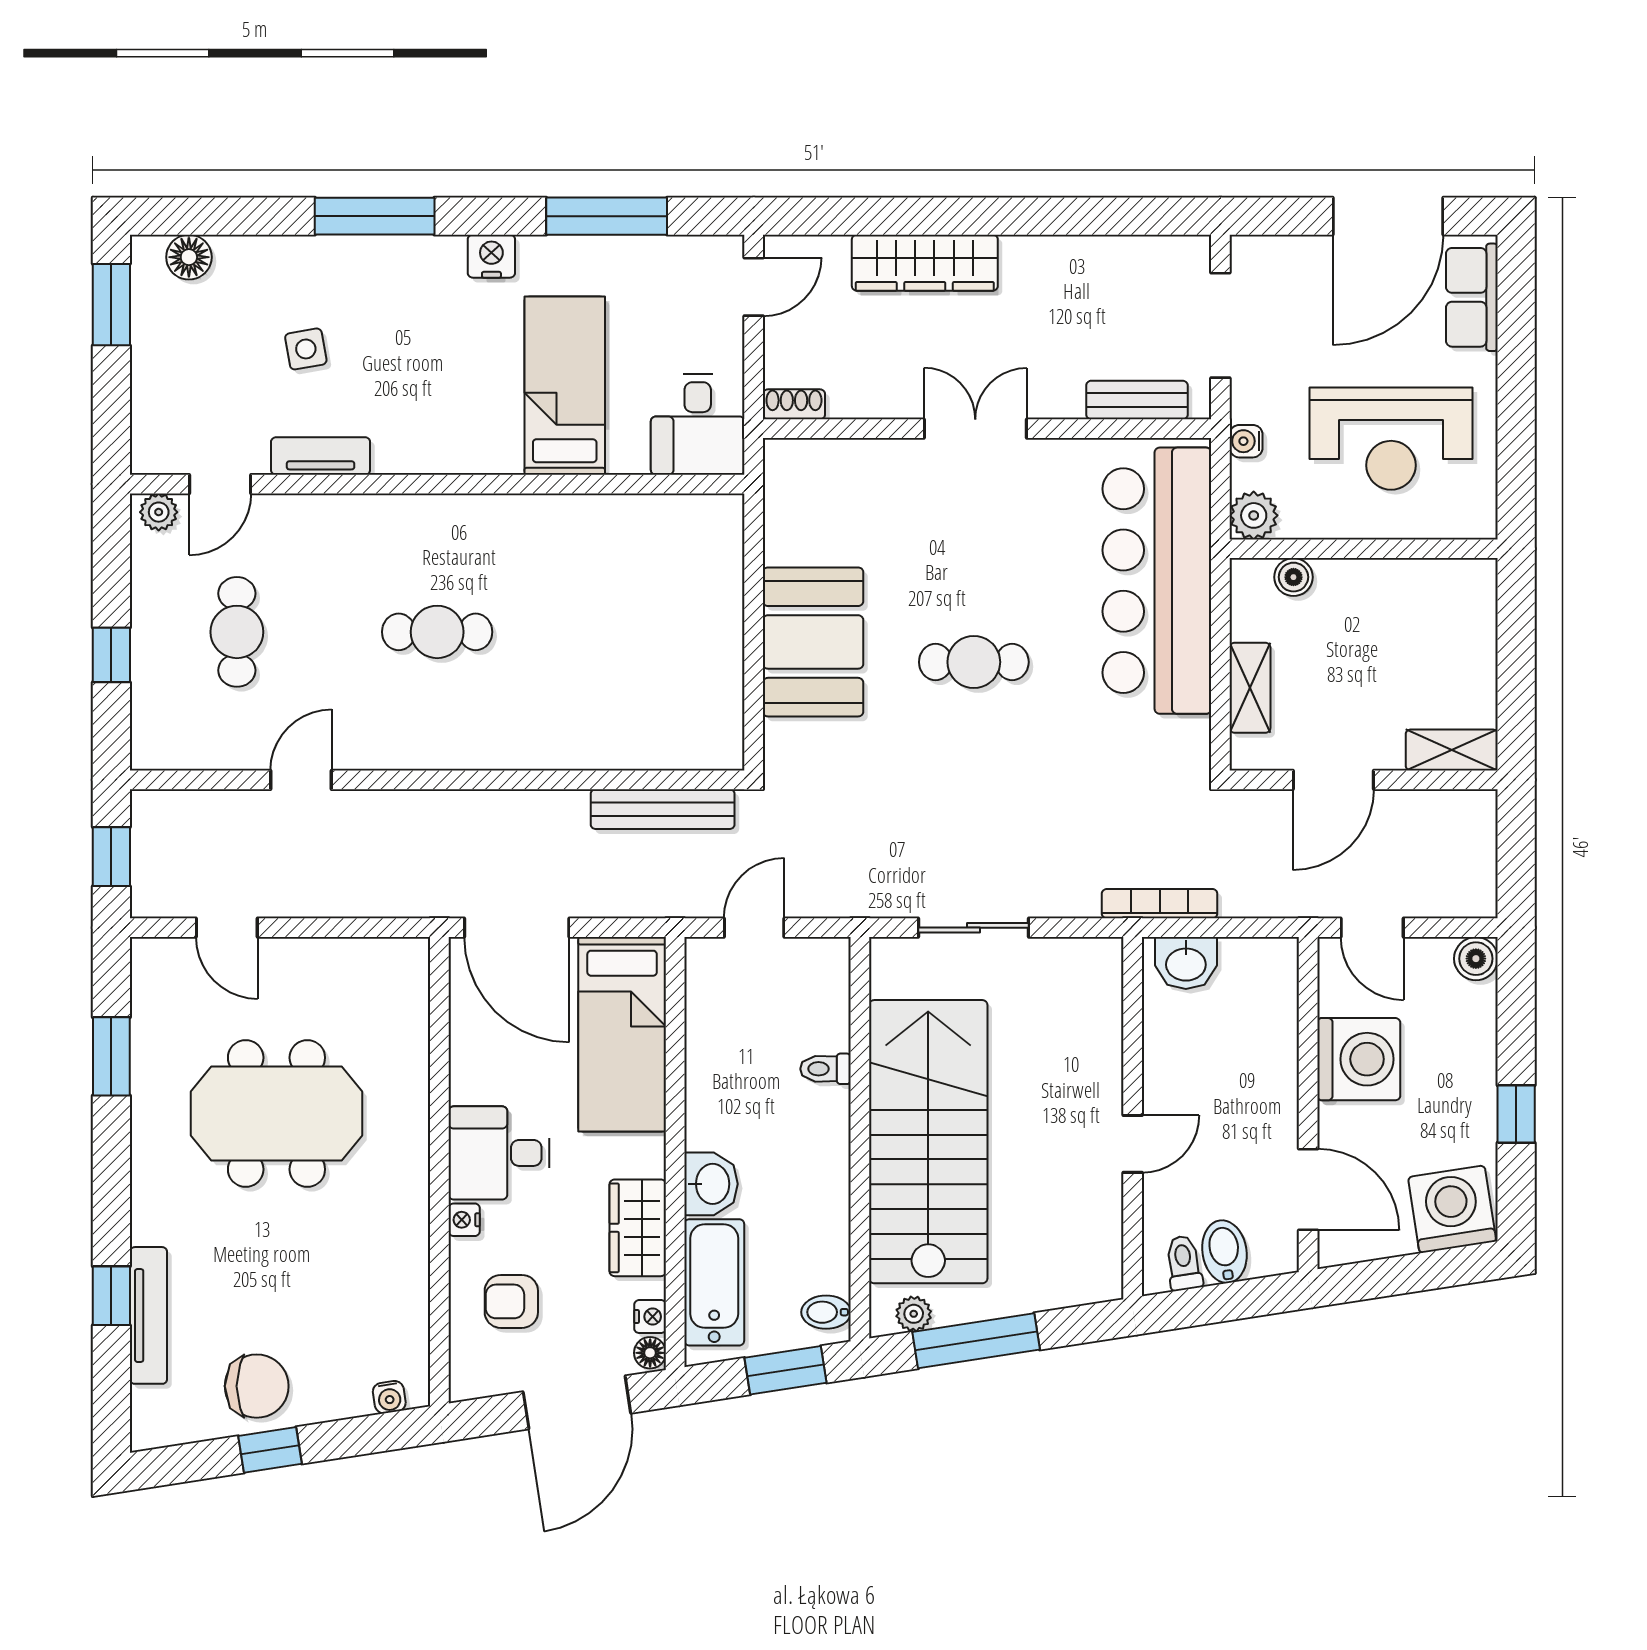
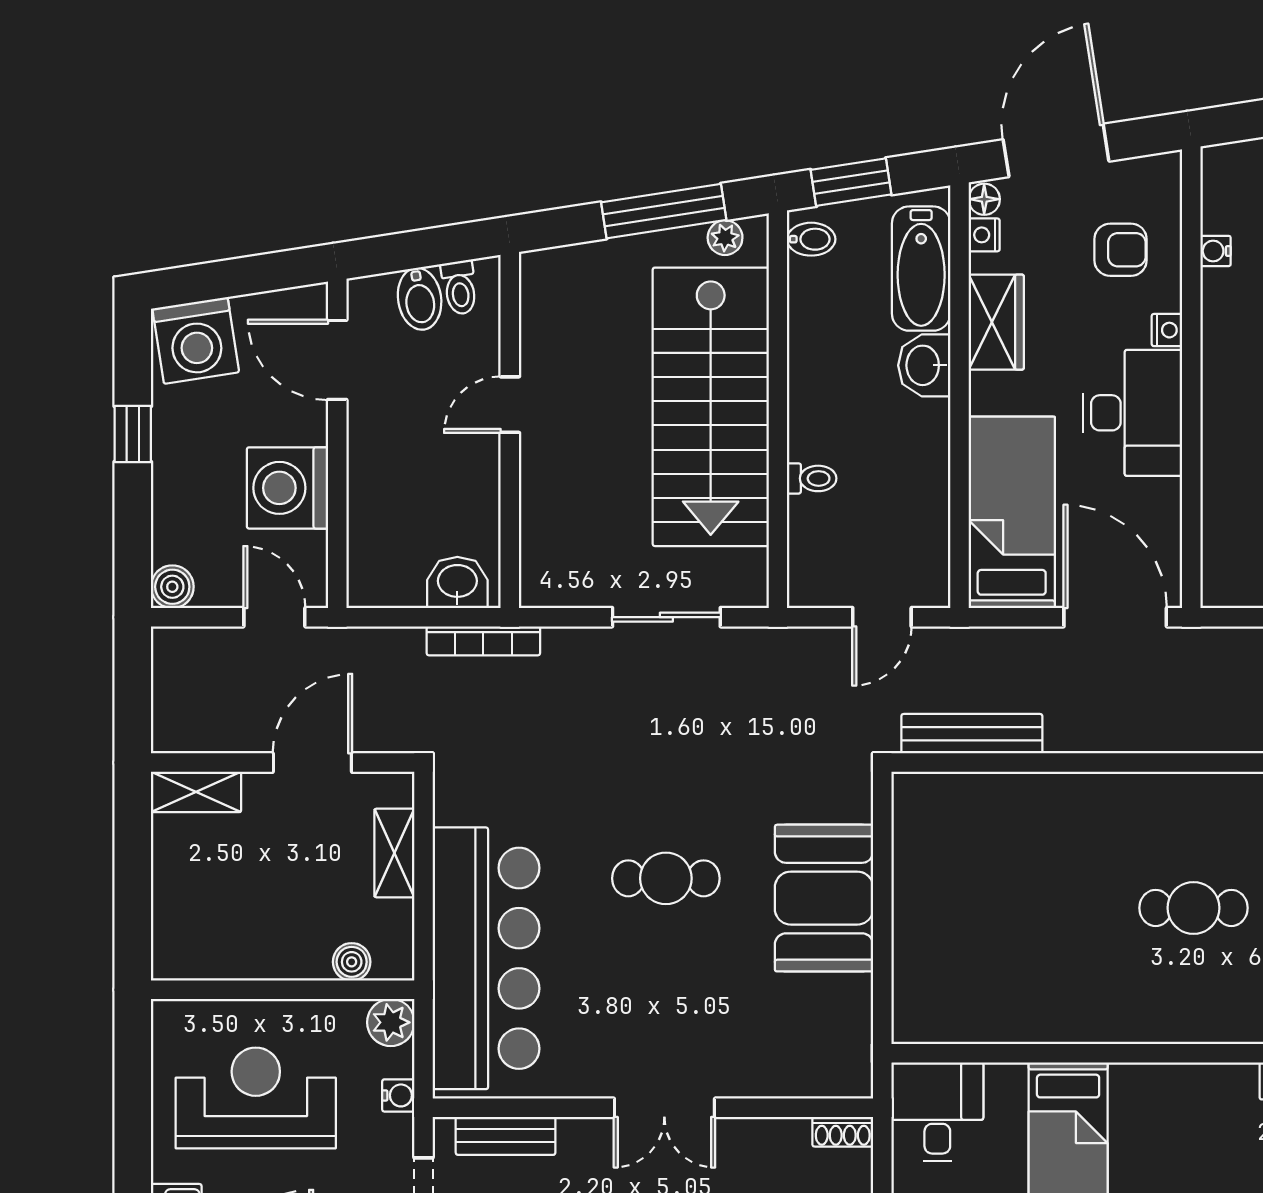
desk: (499, 1153) -> (1133, 413), width x1.37
water cooler: (389, 1397) -> (1216, 251), moved, turned -81

